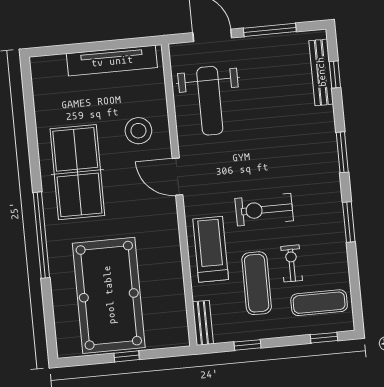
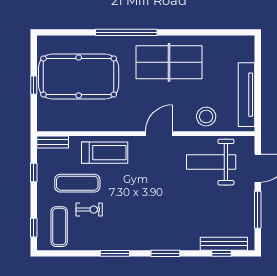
stool: (138, 131) -> (206, 117), moved
exercise bike: (264, 210) -> (129, 194), removed

